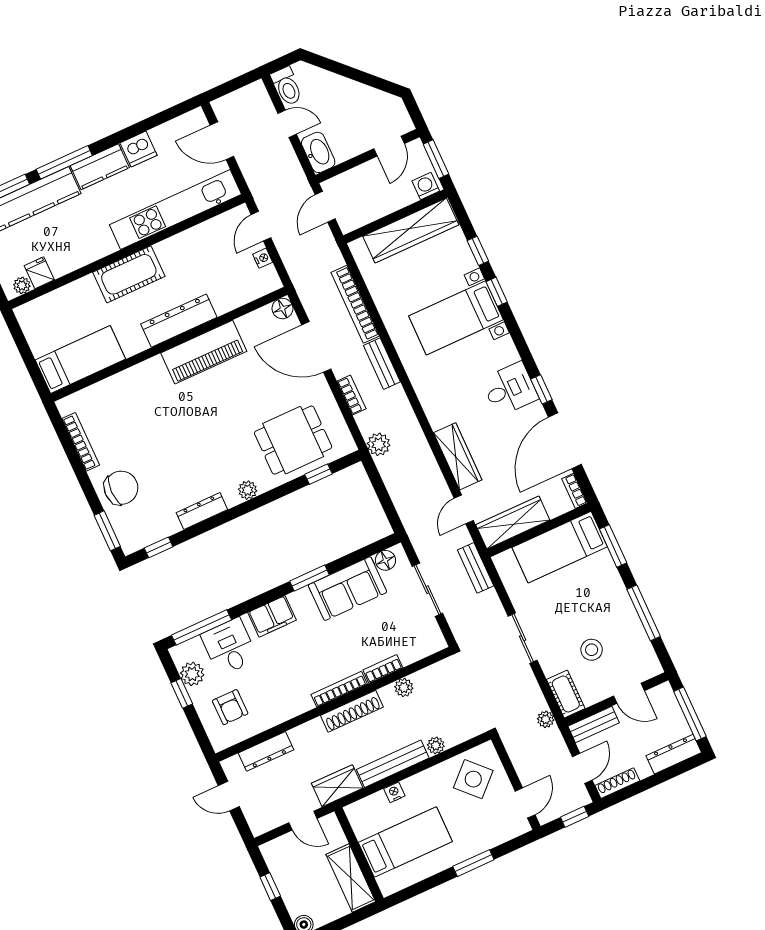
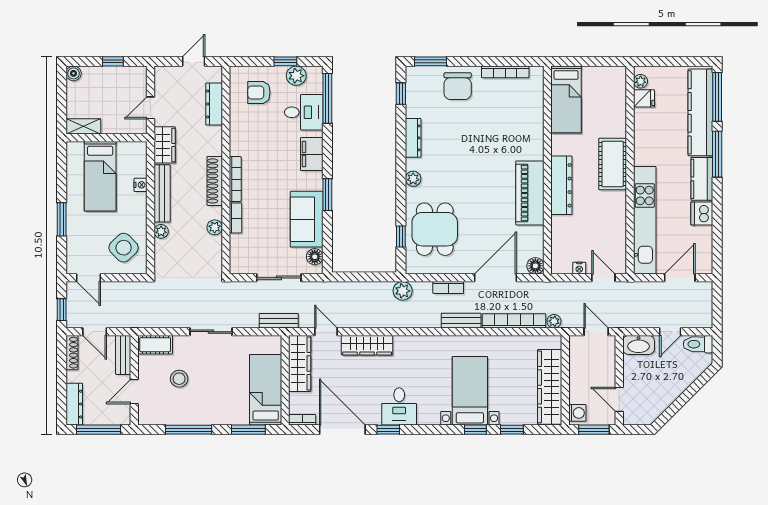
plant: (546, 719) -> (554, 321), moved
shelving: (351, 878) -> (83, 126), width x0.67, depth x0.75

